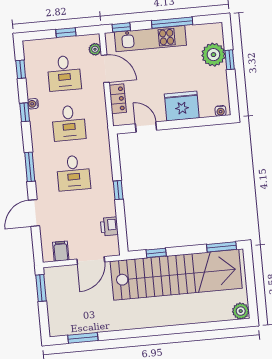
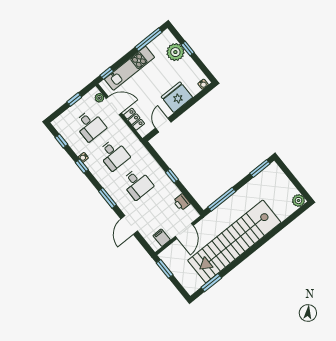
window: (172, 23) -> (149, 40), moved
door: (146, 127) -> (163, 125), hinge flipped
window: (156, 253) -> (222, 199), width x2.17
stairs: (176, 275) -> (234, 241), moved, turned 180

